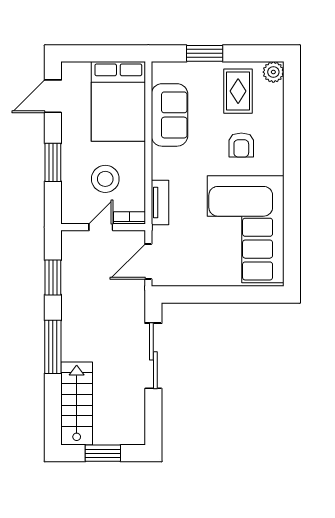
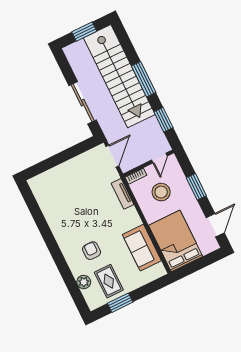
window: (205, 53) -> (120, 303), moved
plant: (273, 72) -> (84, 282), moved
door: (101, 227) -> (159, 158), moved
corner sofa: (246, 229) -> (65, 203), removed
stairs: (77, 403) -> (119, 76), width x1.86, depth x1.51

